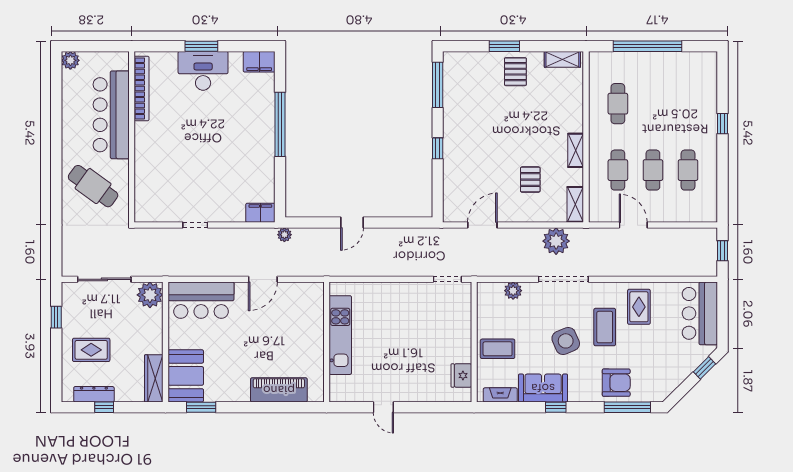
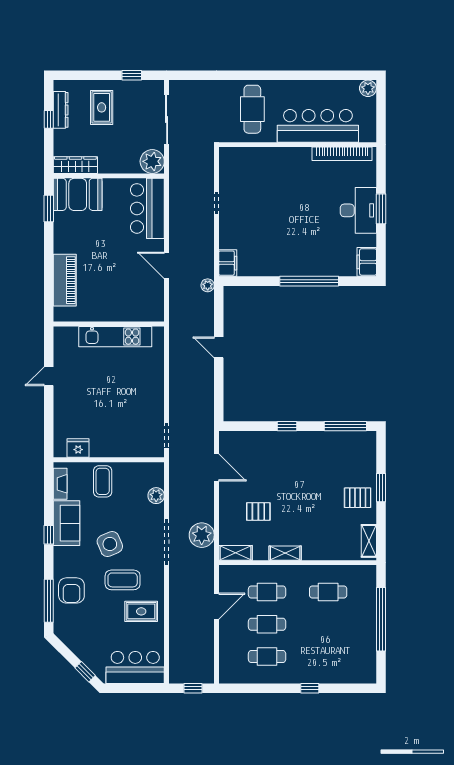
cafe table: (93, 186) -> (252, 109), turned -36

